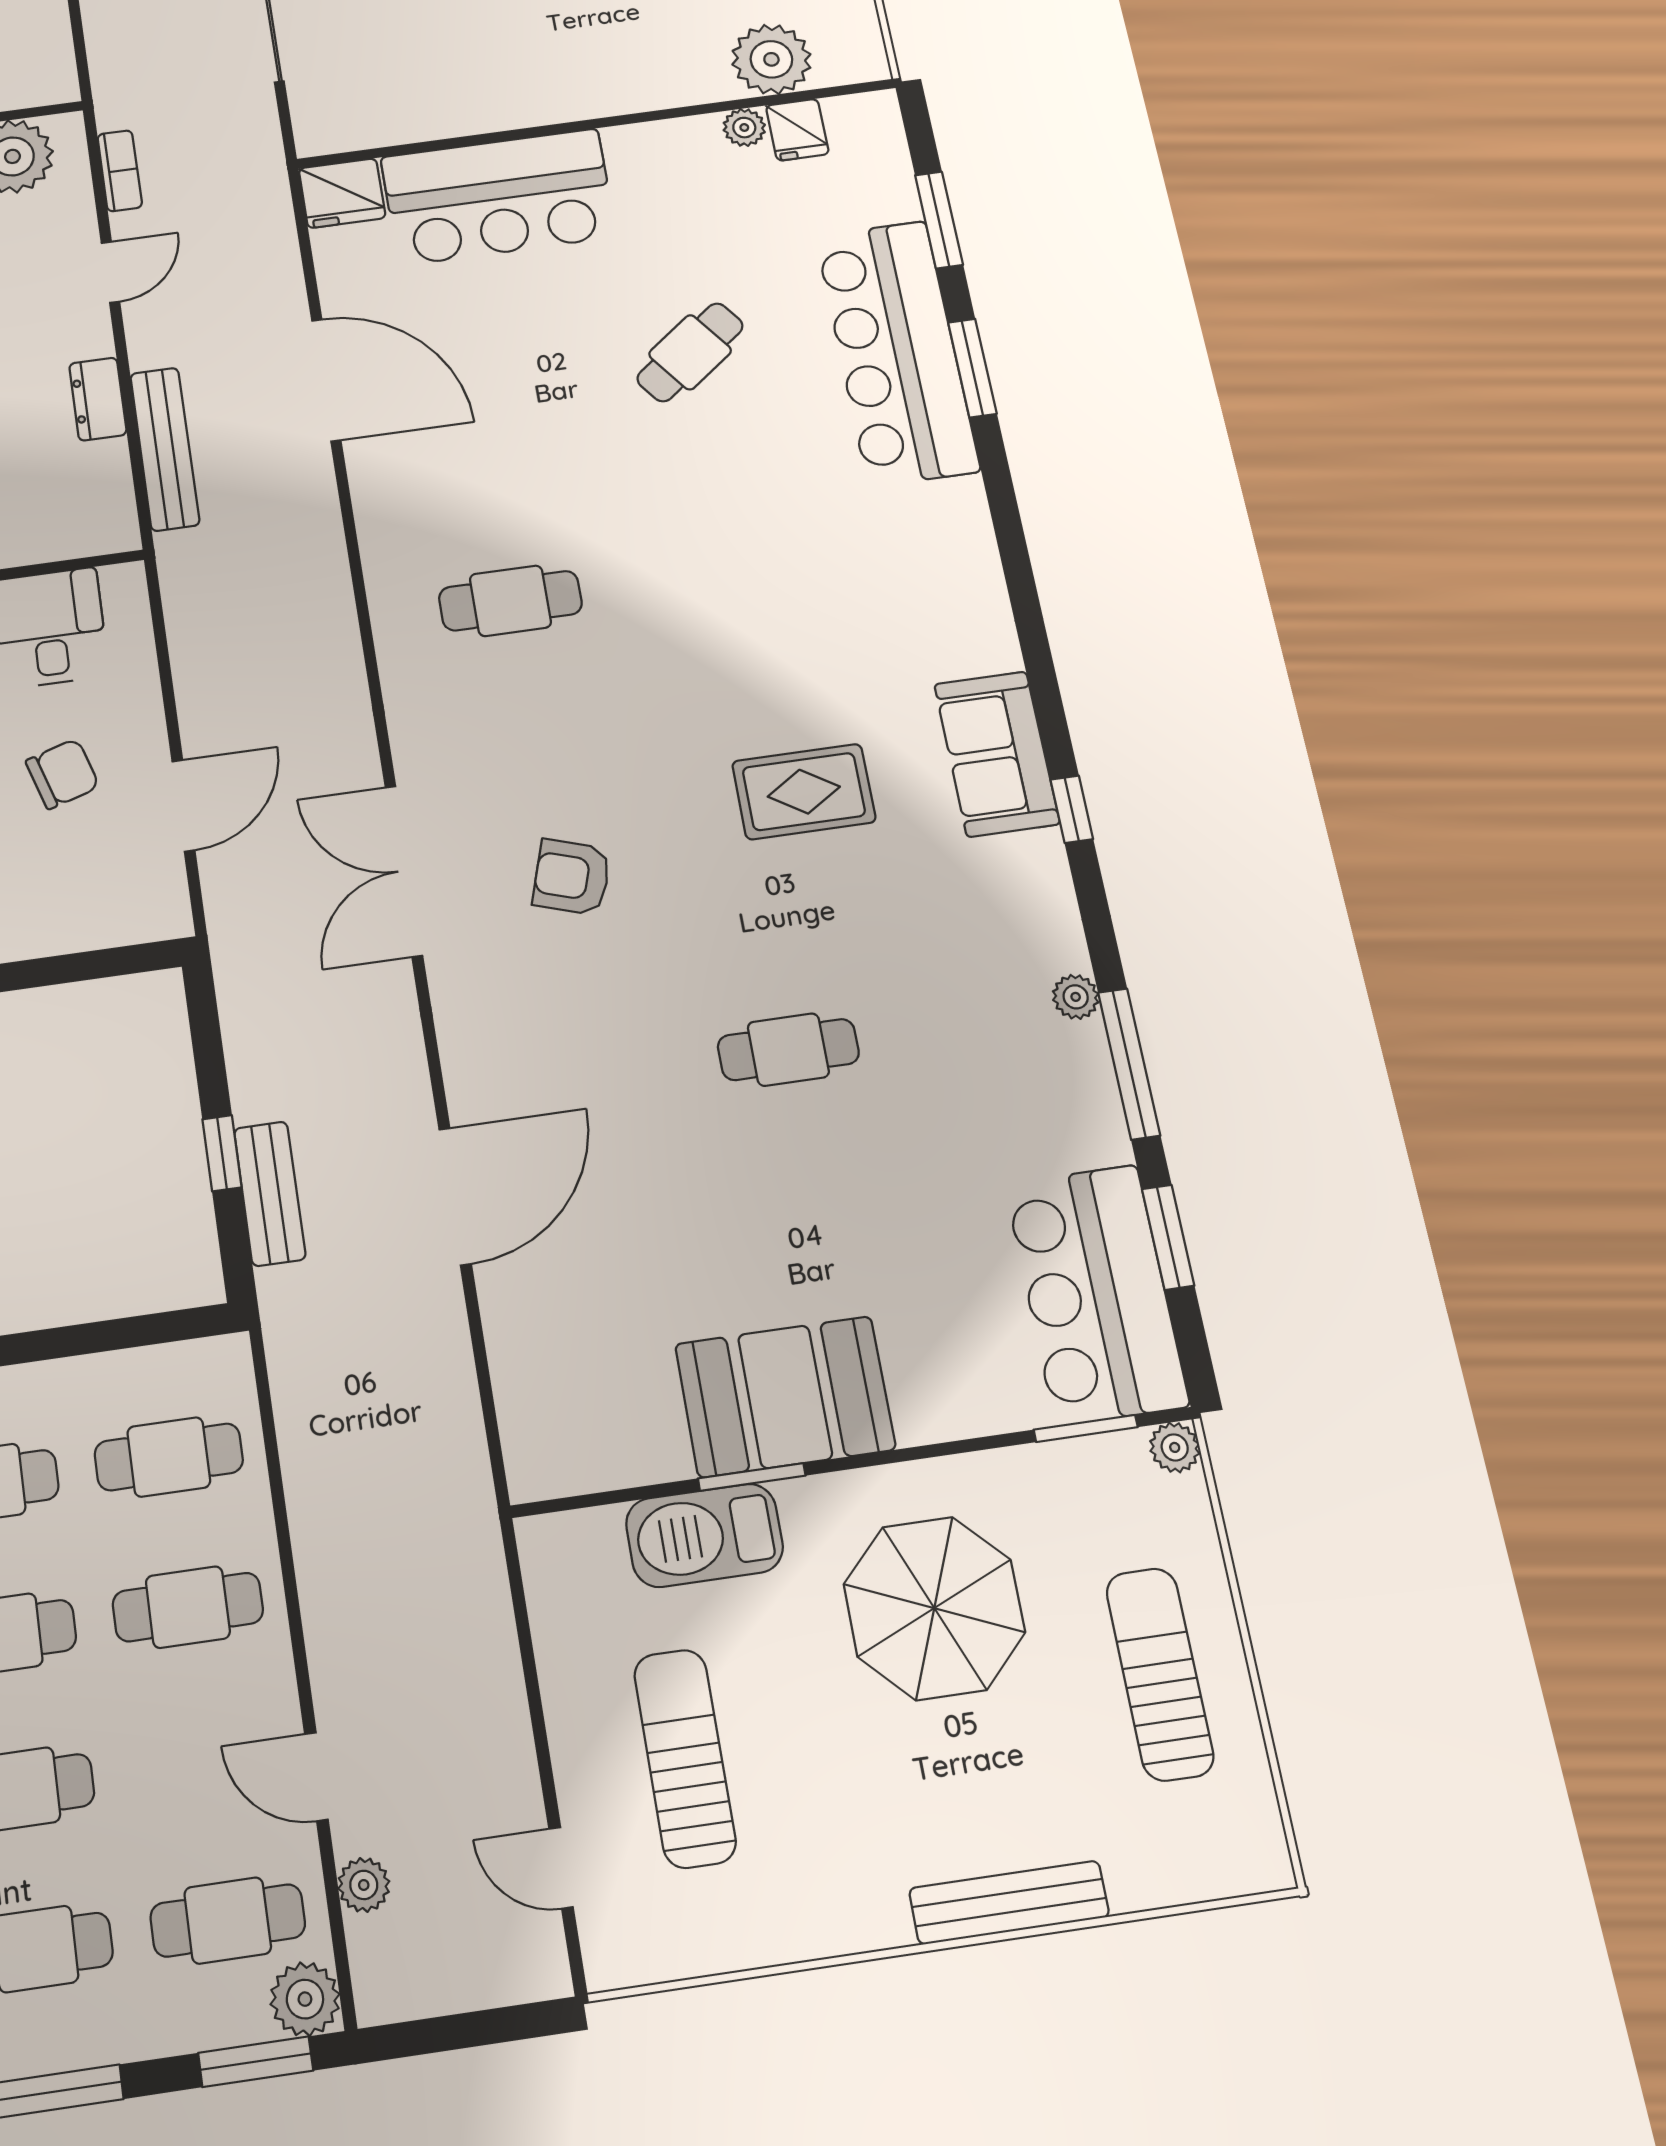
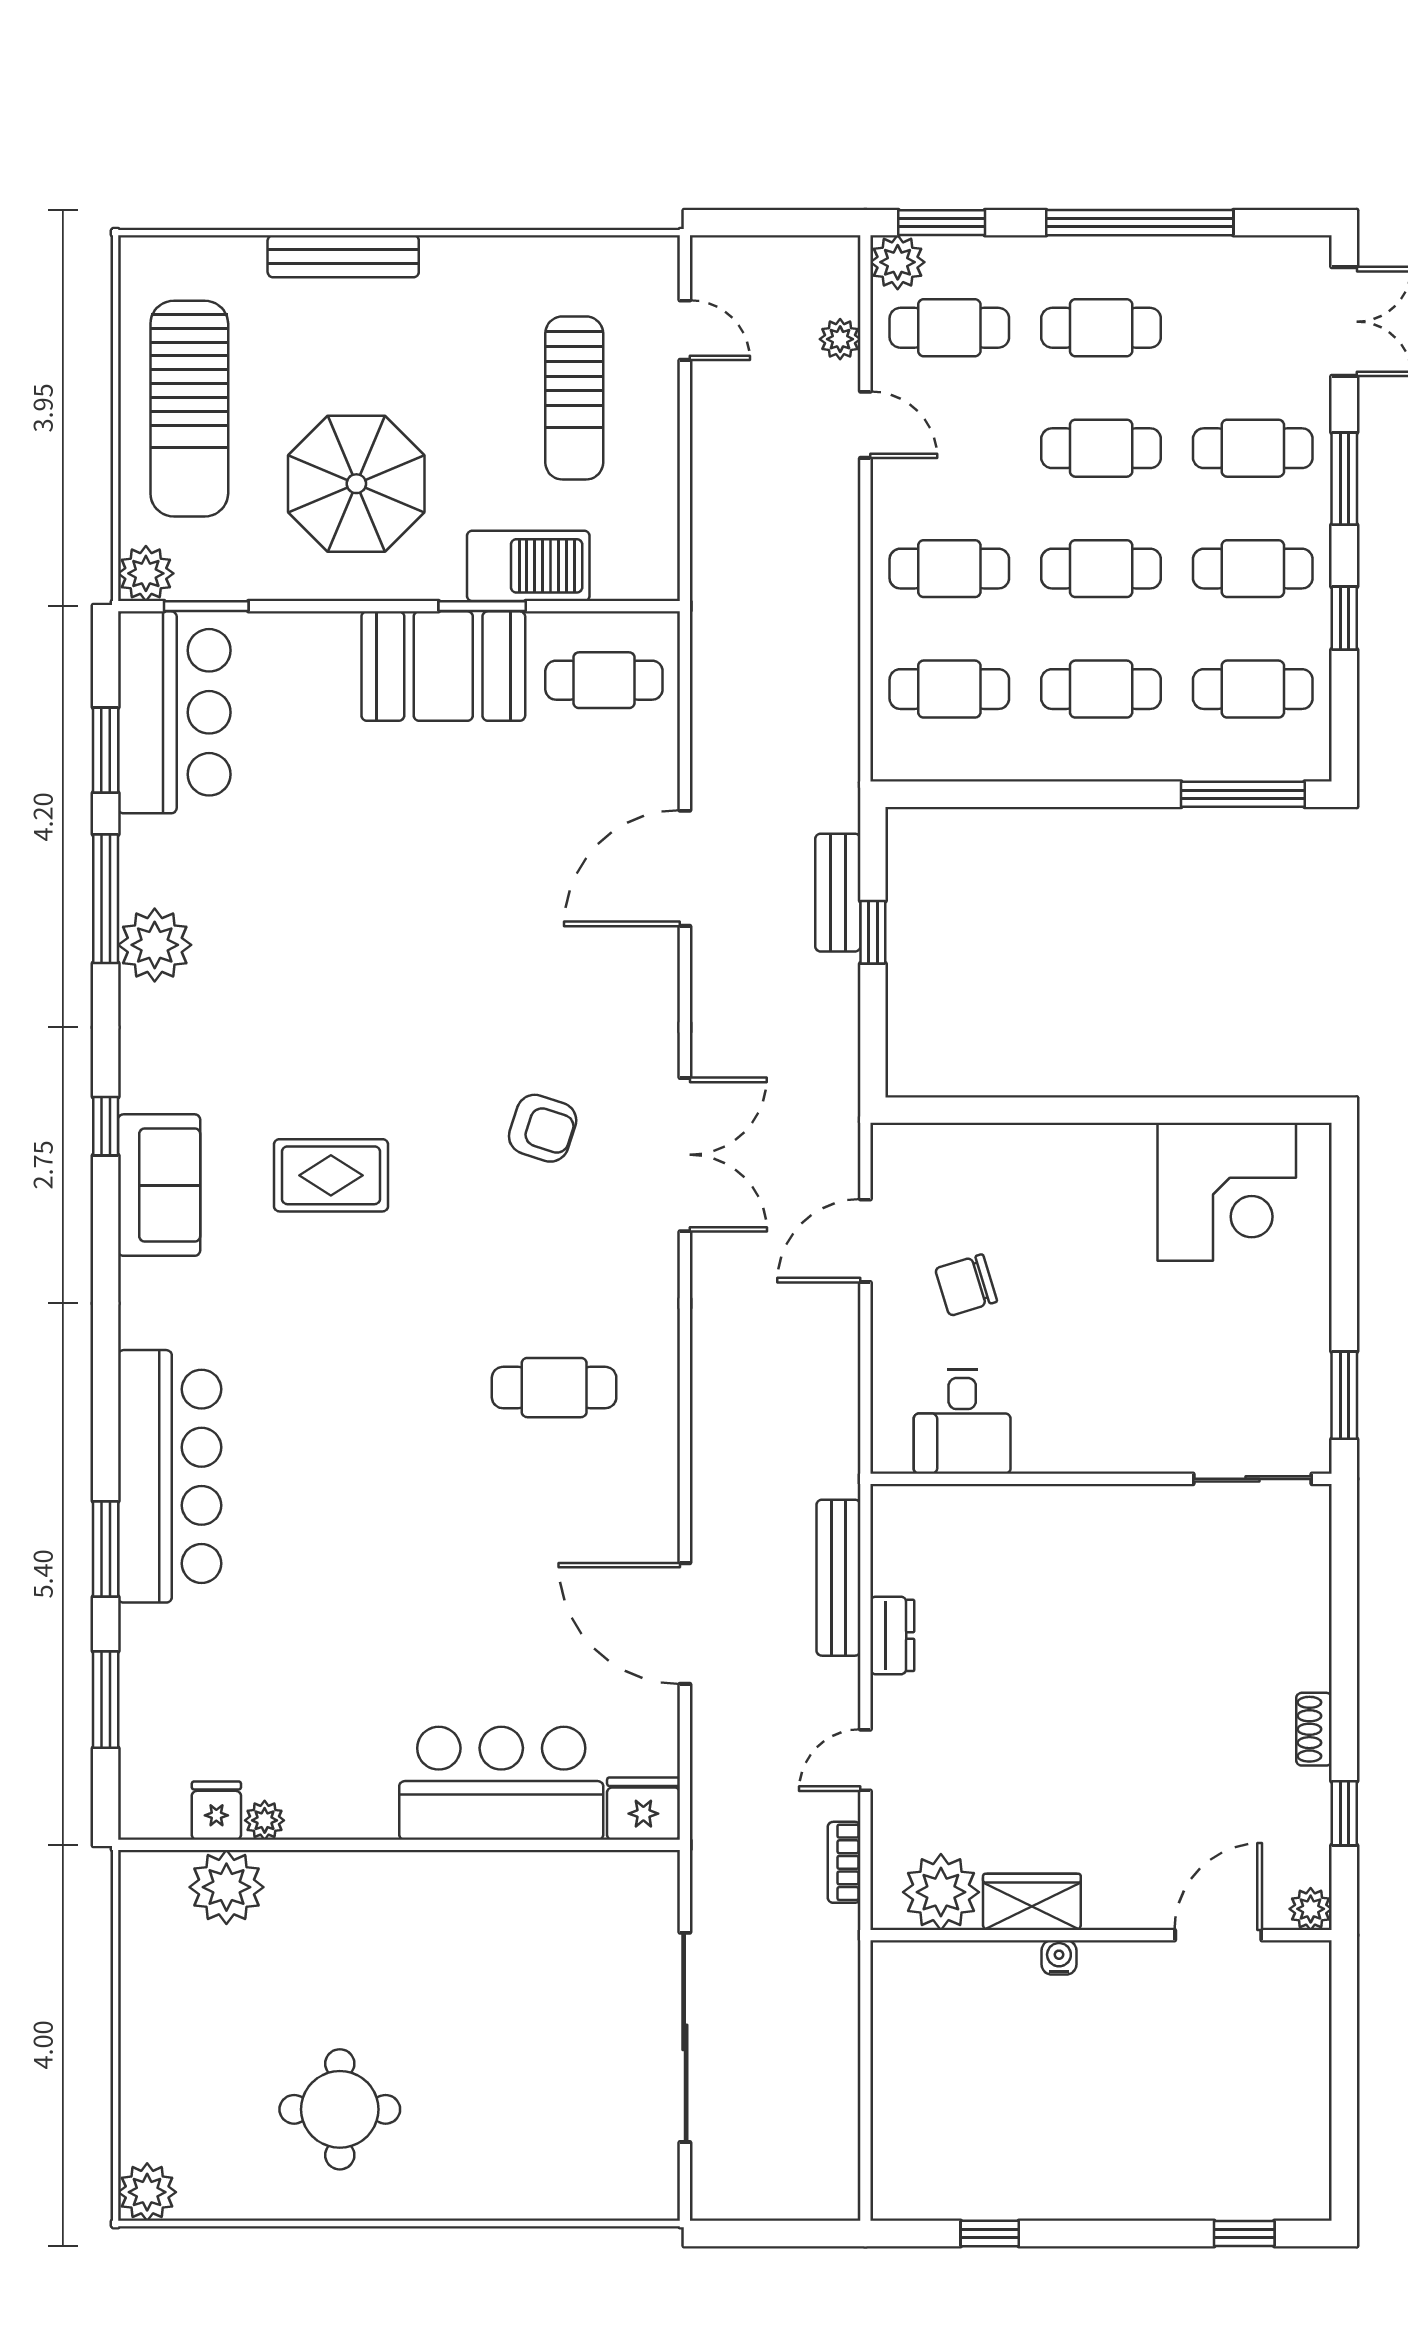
cafe table: (690, 352) -> (355, 1602), removed
bar counter: (897, 352) -> (170, 1476), moved
plant: (1076, 997) -> (155, 945), width x1.88, depth x1.88
cafe table: (788, 1050) -> (604, 680), moved
plant: (1175, 1447) -> (146, 573), width x1.38, depth x1.38
sun lounger: (1160, 1674) -> (189, 409), width x1.36, depth x1.34

